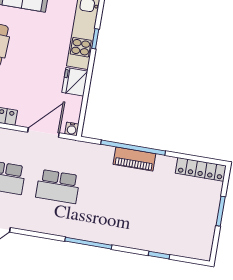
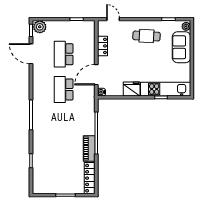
door: (43, 133) -> (96, 75), swing flipped
piano: (134, 159) -> (89, 149), moved

